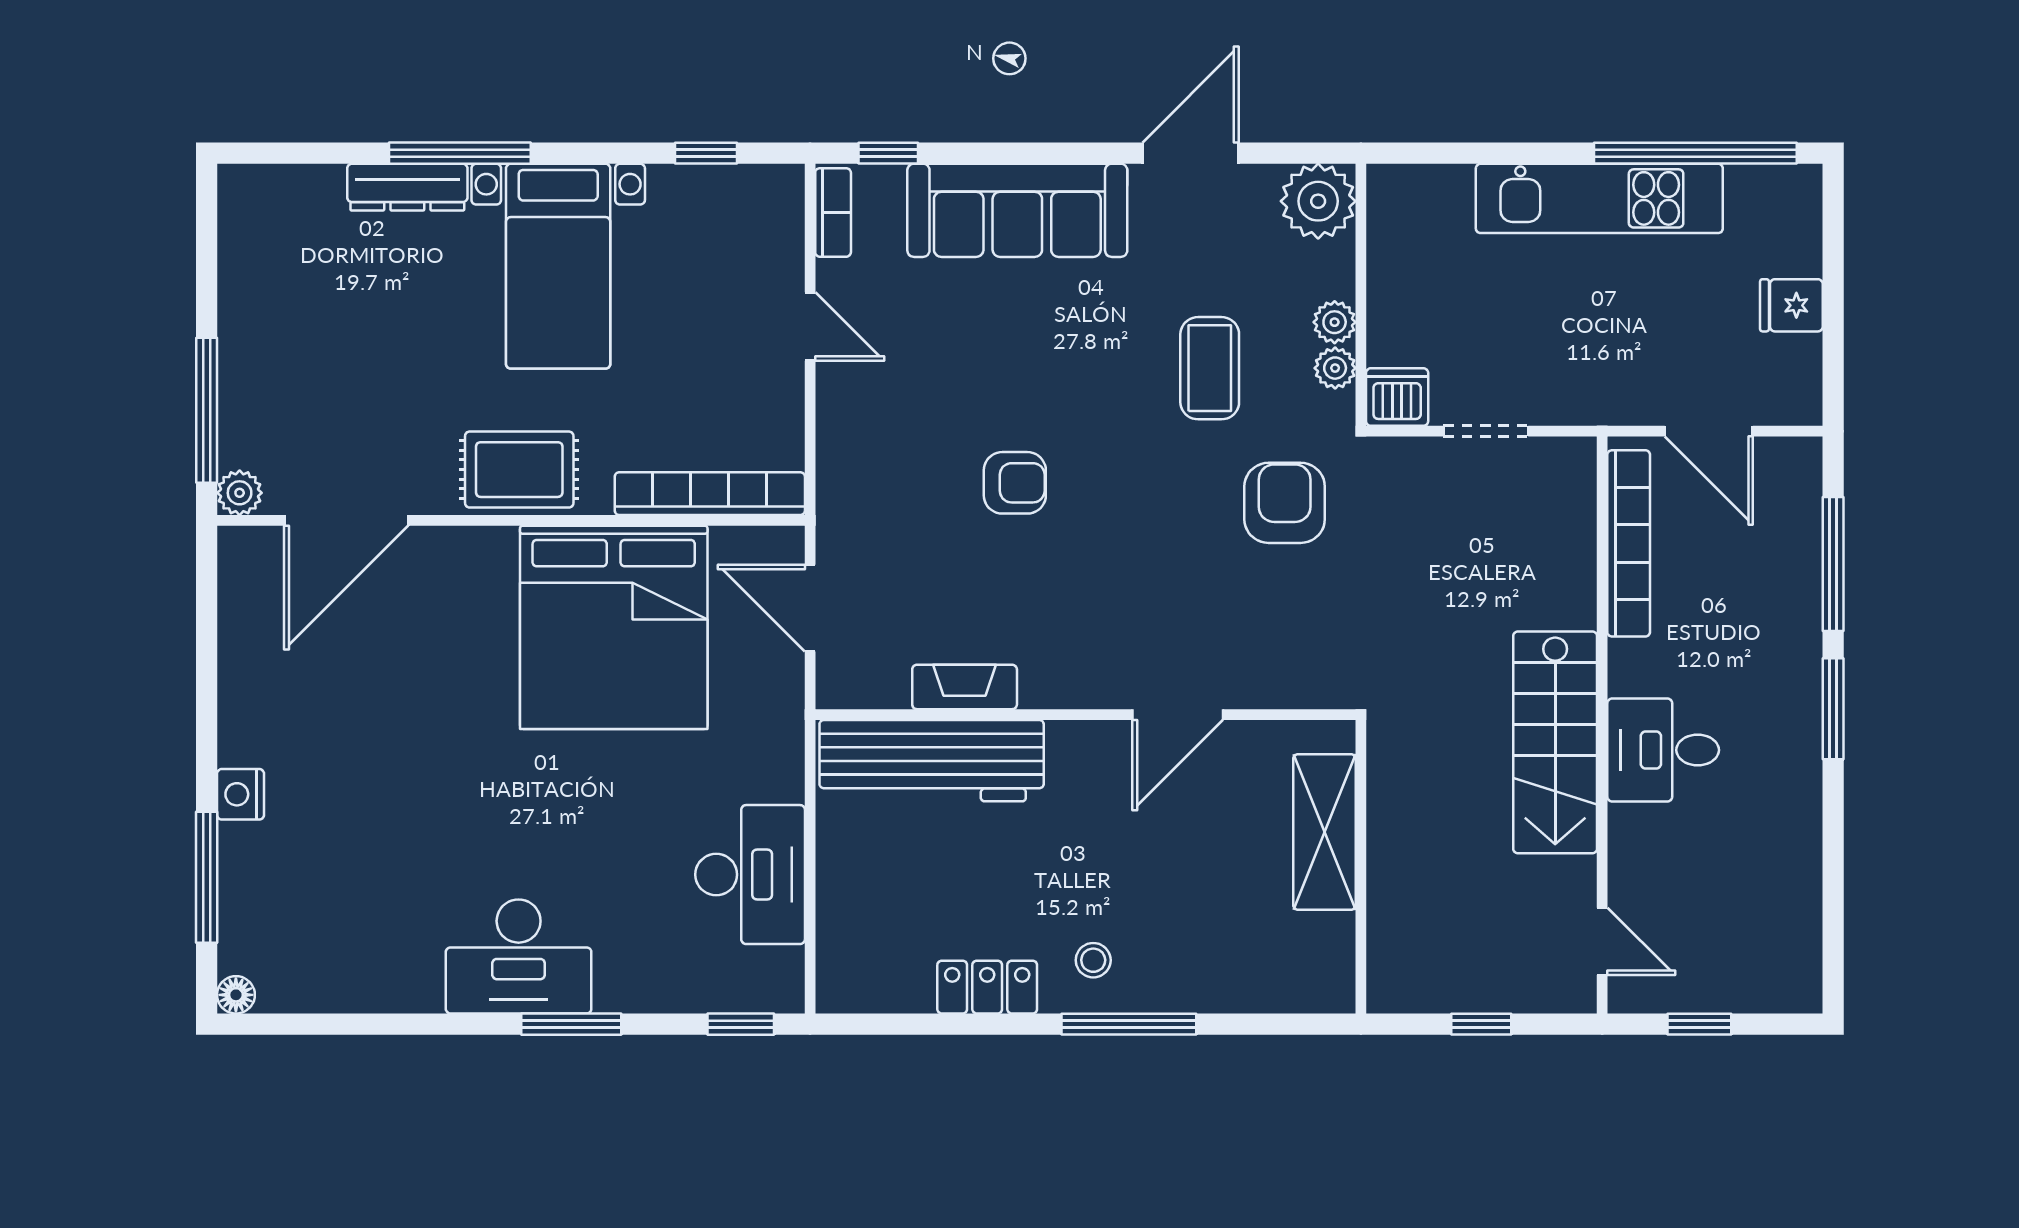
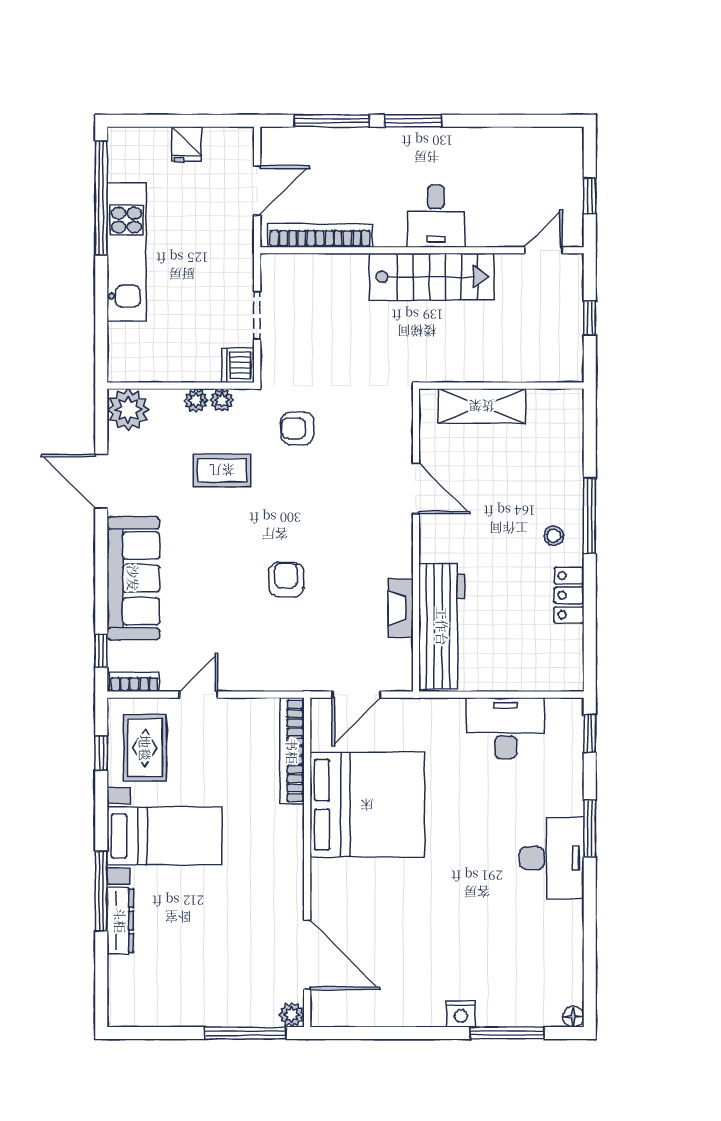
rug: (519, 470) -> (145, 748), moved
armchair: (1285, 503) -> (297, 428), width x0.72, depth x0.72

